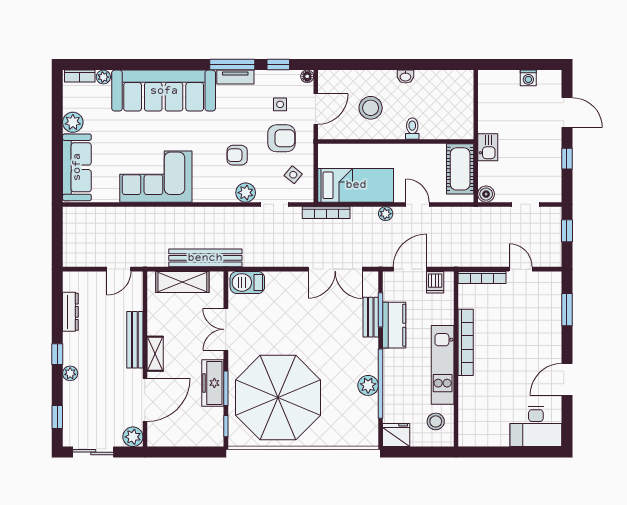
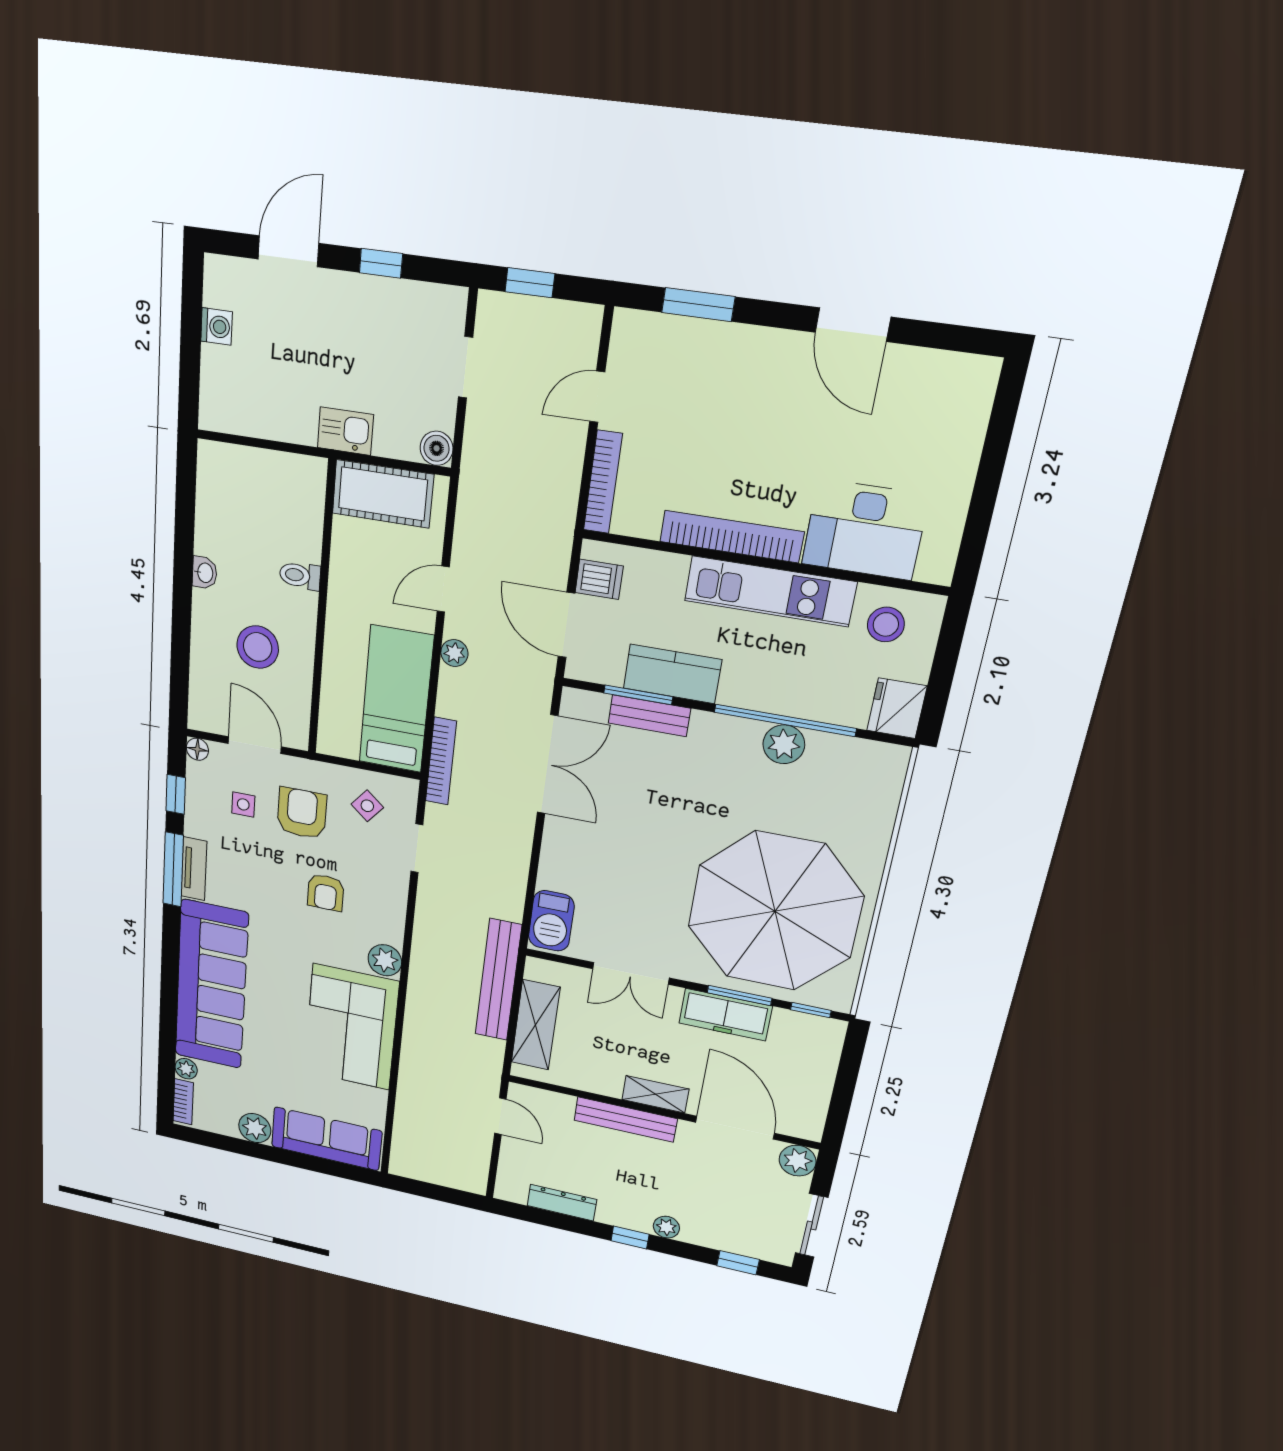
plant: (246, 193) -> (385, 960), moved
desk: (536, 427) -> (865, 530), moved, turned 90

